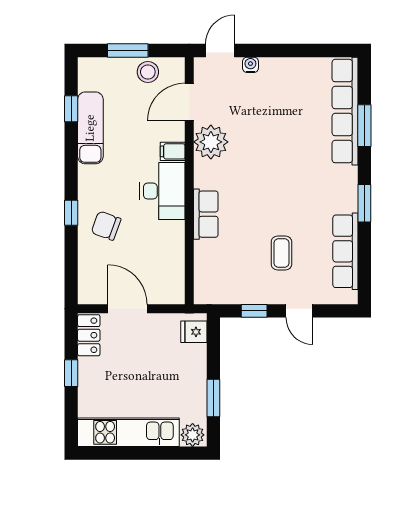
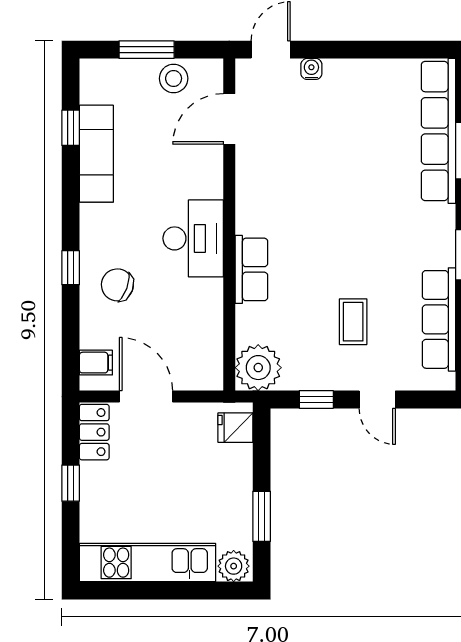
plant: (211, 142) -> (258, 368), moved
filing cabinet: (173, 151) -> (96, 363), moved, turned 180

